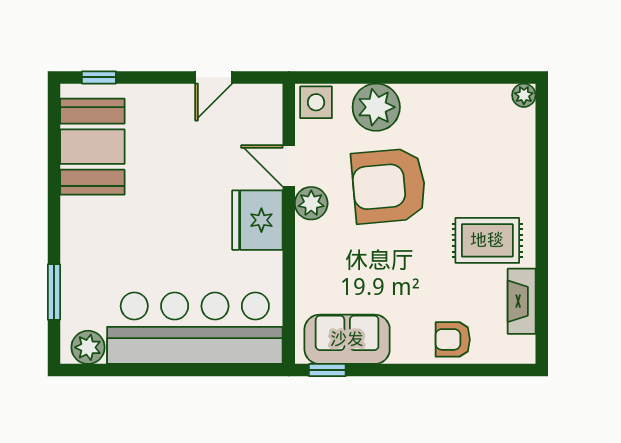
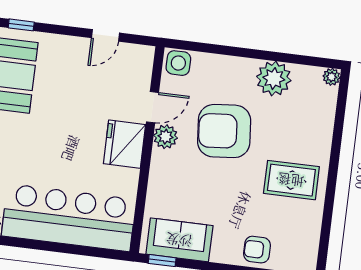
plant: (376, 107) -> (274, 79), moved
door: (289, 166) -> (152, 107), swing flipped
fireplace: (522, 301) -> (311, 228), removed

